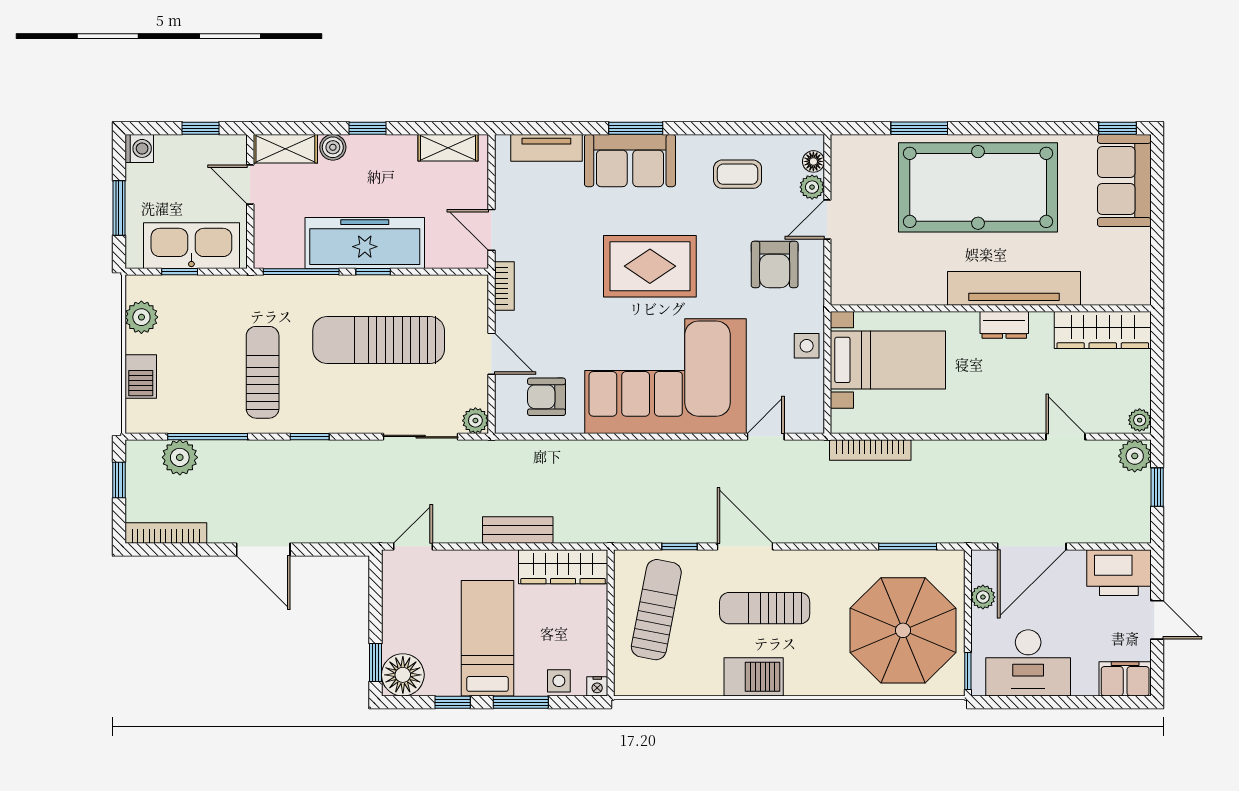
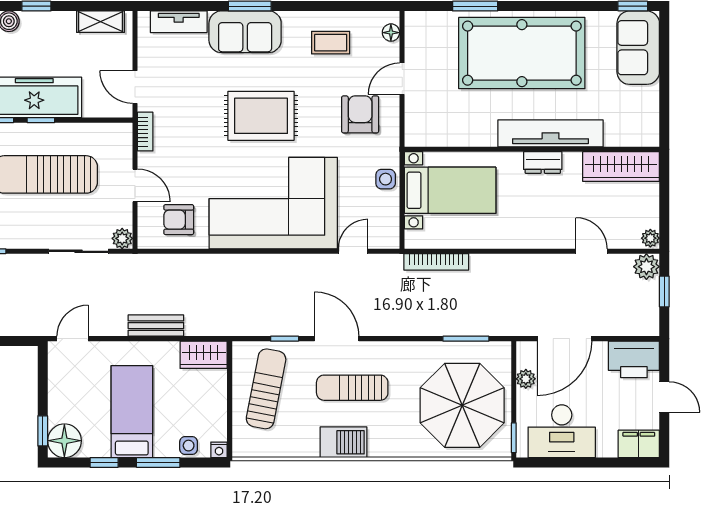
plant: (812, 187) -> (390, 53), removed
armchair: (775, 264) -> (360, 114), turned 180
wardrobe: (563, 567) -> (204, 355), width x0.67

